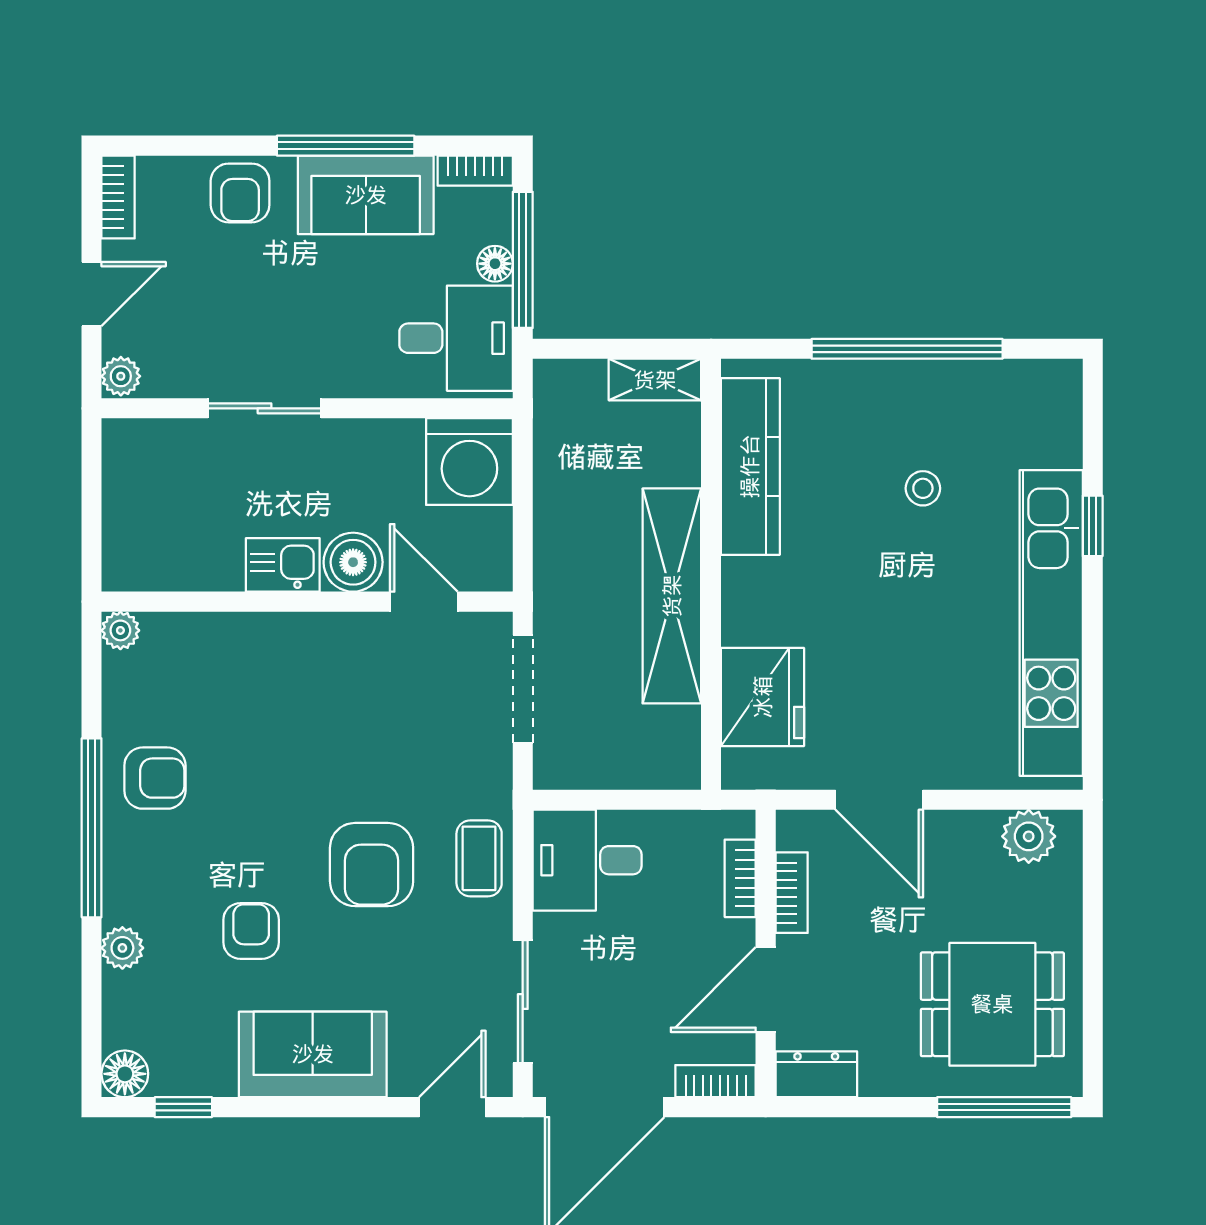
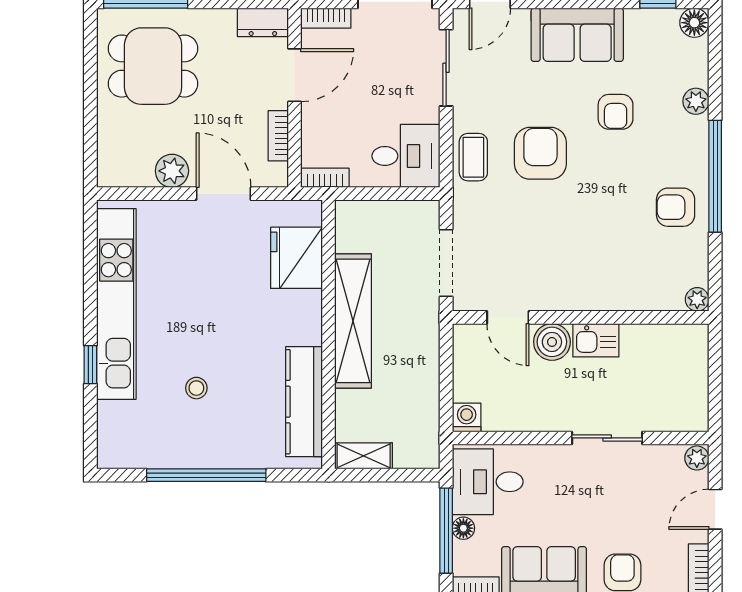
washing machine: (469, 462) -> (467, 417), width x0.53, depth x0.53
plant: (1029, 836) -> (172, 171), moved
bookcase: (740, 878) -> (325, 178), moved, turned -90

